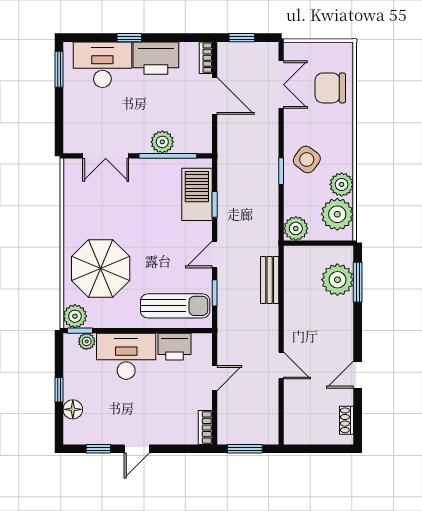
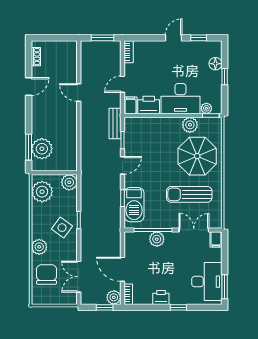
plant: (228, 53) -> (114, 297), added
printer: (156, 58) -> (161, 297), width x0.53, depth x0.68
desk: (102, 65) -> (207, 282), moved, turned -90
chair: (330, 88) -> (47, 274), turned -90
filing cabinet: (72, 141) -> (216, 239), added
plant: (342, 184) -> (39, 247), moved
bench: (270, 280) -> (115, 123), moved
sun lounger: (175, 306) -> (189, 194), moved
plant: (75, 316) -> (190, 125), moved
filing cabinet: (202, 346) -> (131, 105), added

